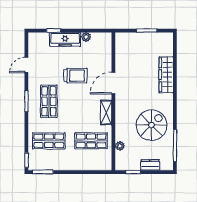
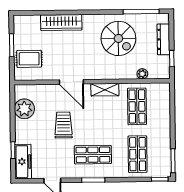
plant: (86, 37) -> (24, 109), width x1.87, depth x1.87
freezer: (65, 39) -> (23, 162), moved
rug: (134, 46) -> (29, 59), added
spiral stairs: (151, 125) -> (118, 38), turned 180
dresser: (150, 165) -> (163, 39), width x1.44

